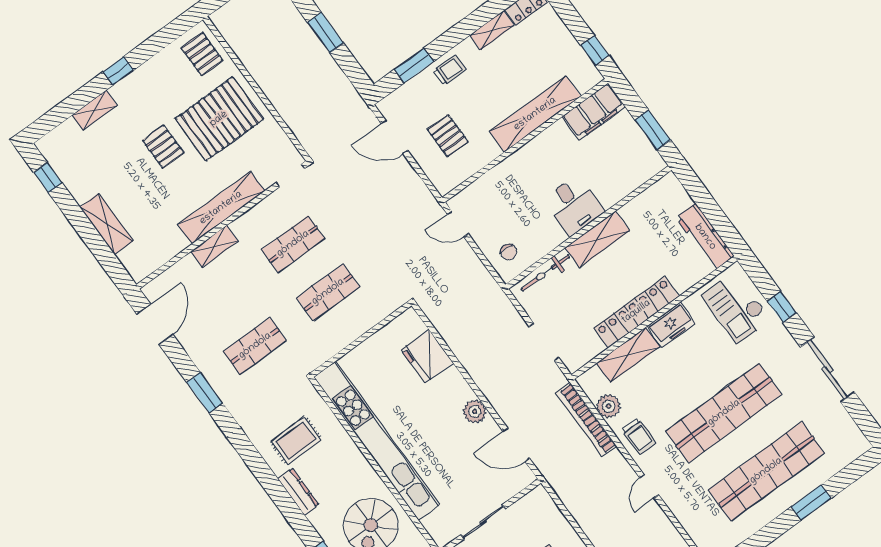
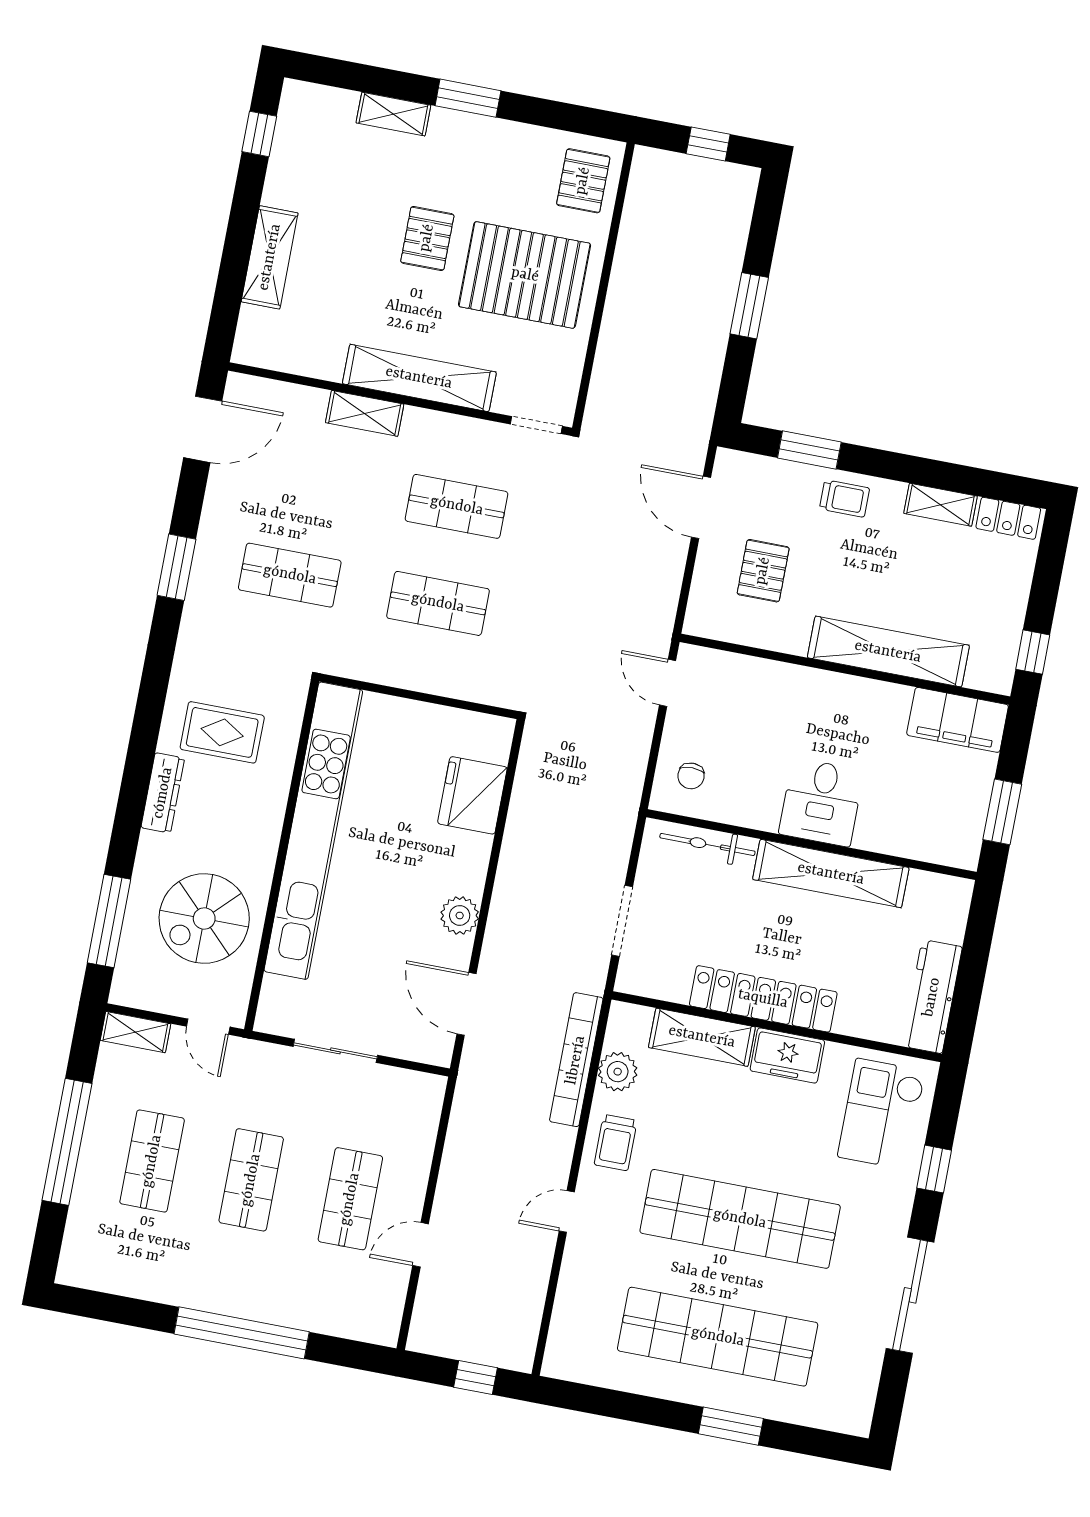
window: (118, 71) -> (468, 98), width x1.50
shelving: (597, 239) -> (831, 874), width x1.47

